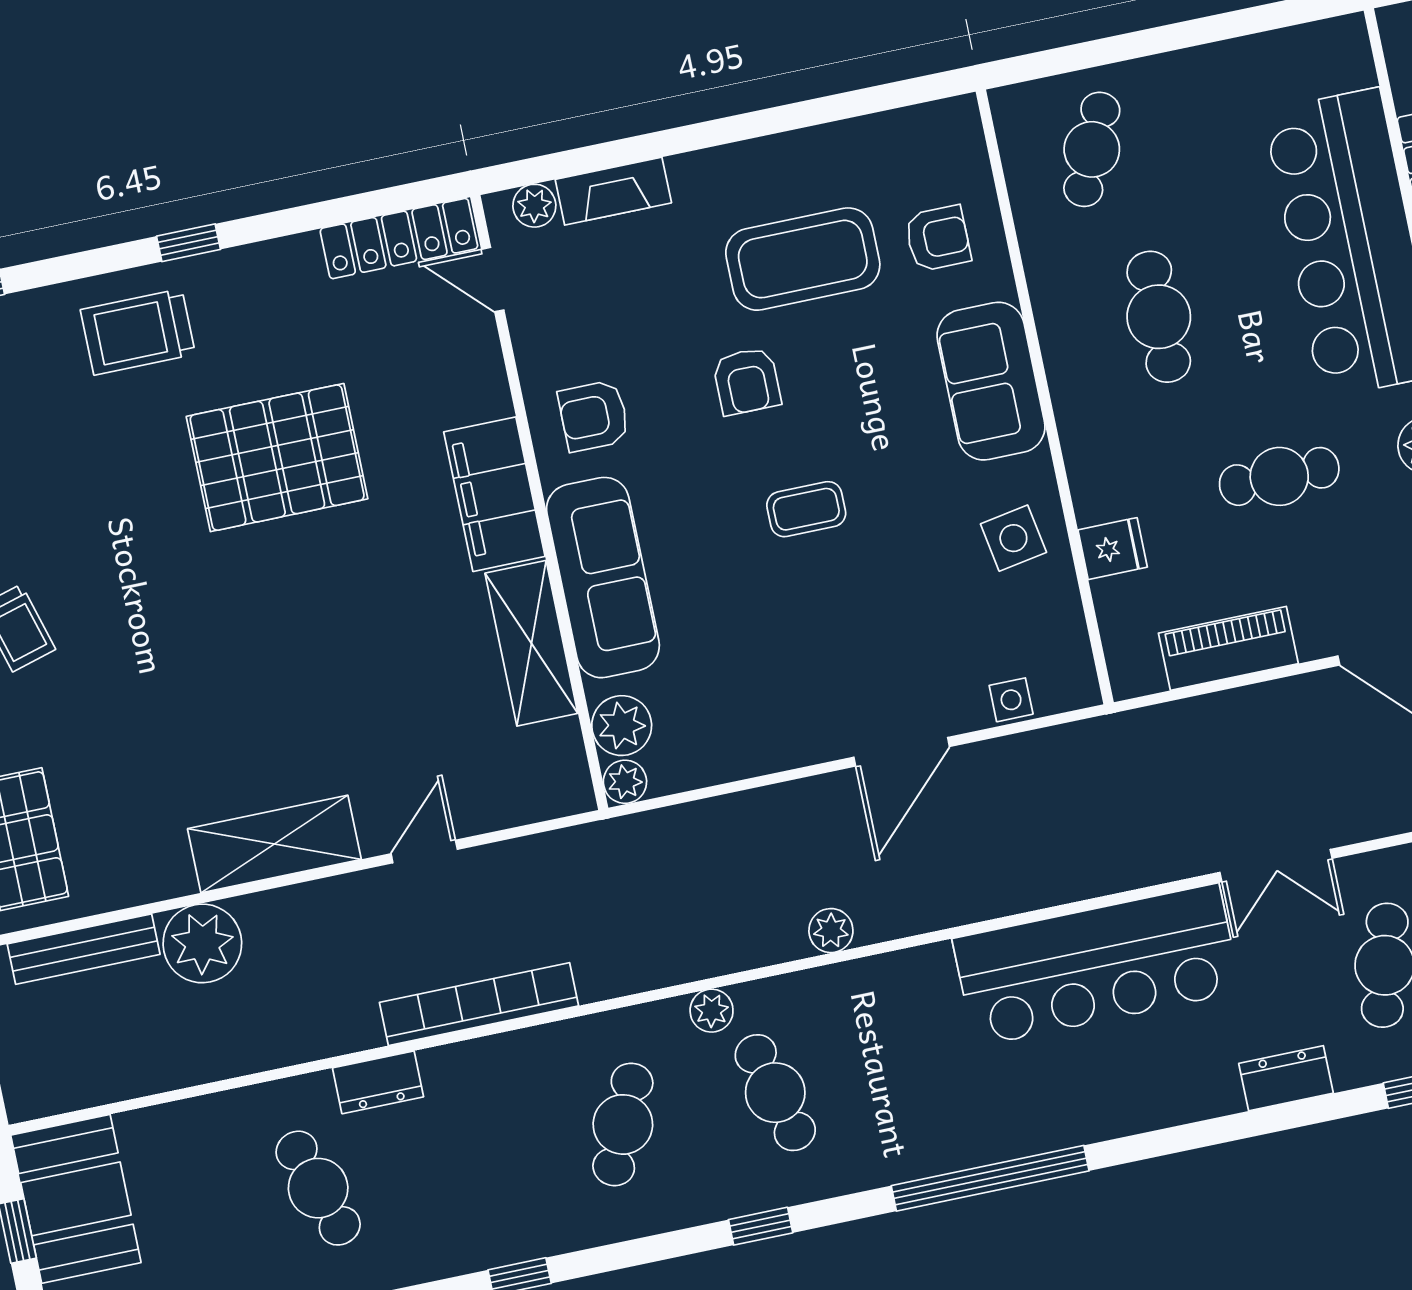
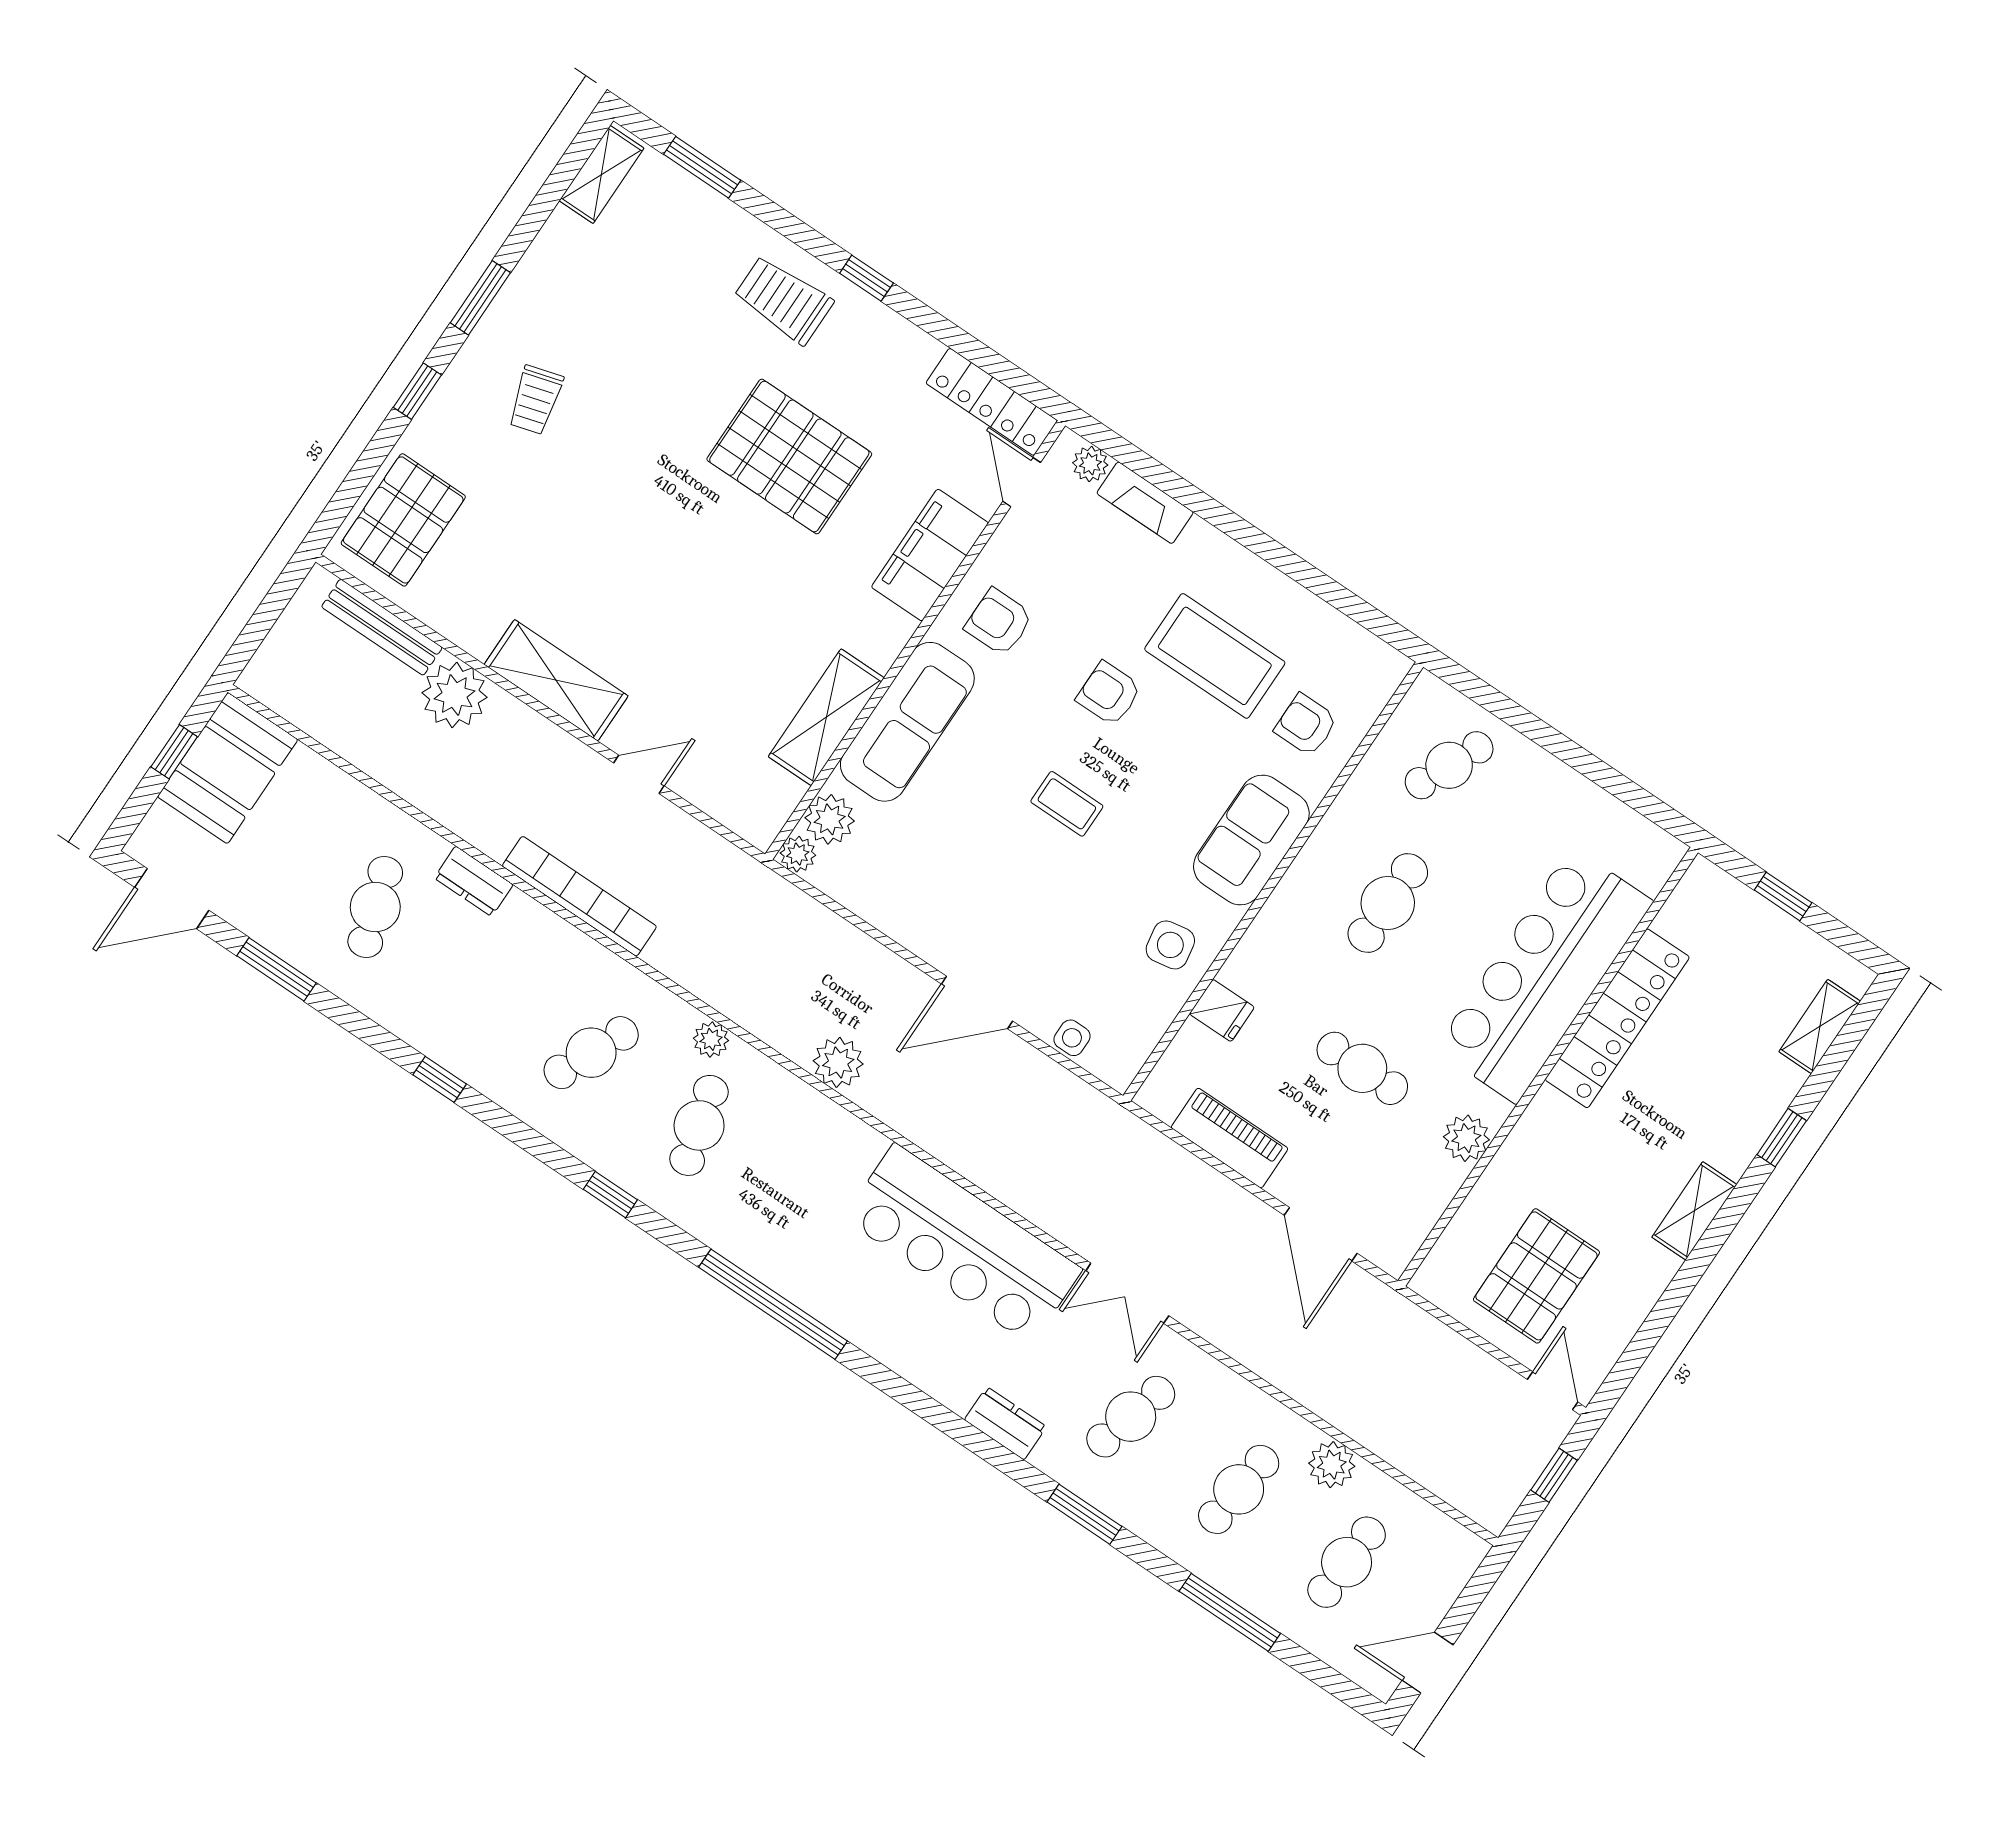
armchair: (938, 238) -> (1306, 725), turned 180
armchair: (747, 381) -> (1109, 694), turned 90
filing cabinet: (494, 494) -> (930, 555), moved
plant: (831, 931) -> (838, 1062), width x1.38, depth x1.38

